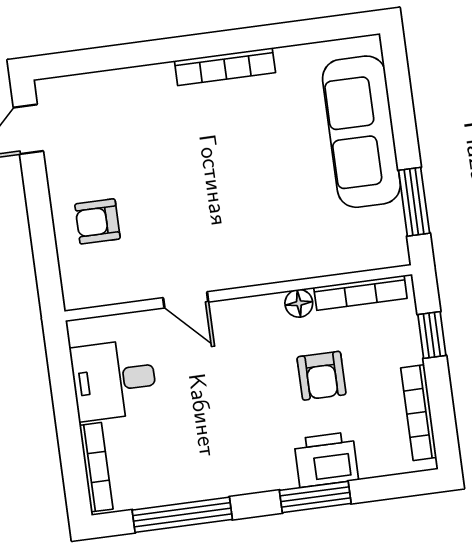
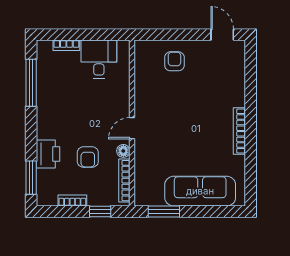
door: (186, 300) -> (132, 128), moved
armchair: (321, 376) -> (88, 157), turned -90
bookcase: (419, 413) -> (72, 200), width x0.64
bookcase: (96, 467) -> (66, 45), width x0.64
window: (315, 497) -> (31, 178), moved

